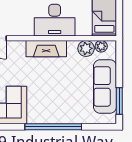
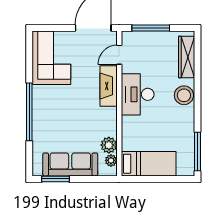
desk: (55, 20) -> (138, 94), moved
fireplace: (46, 49) -> (109, 86), moved

